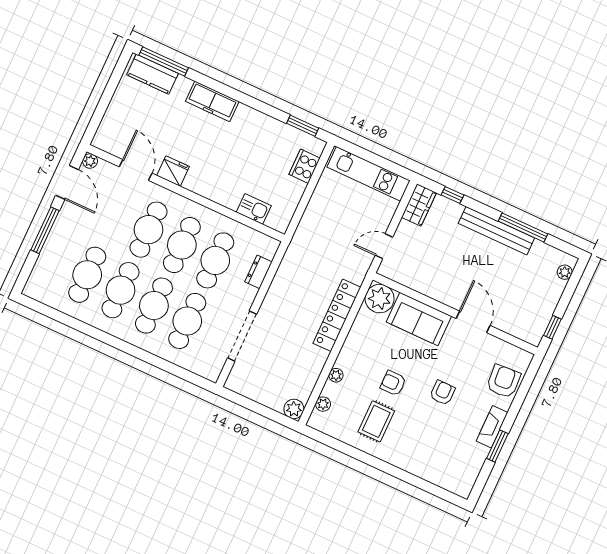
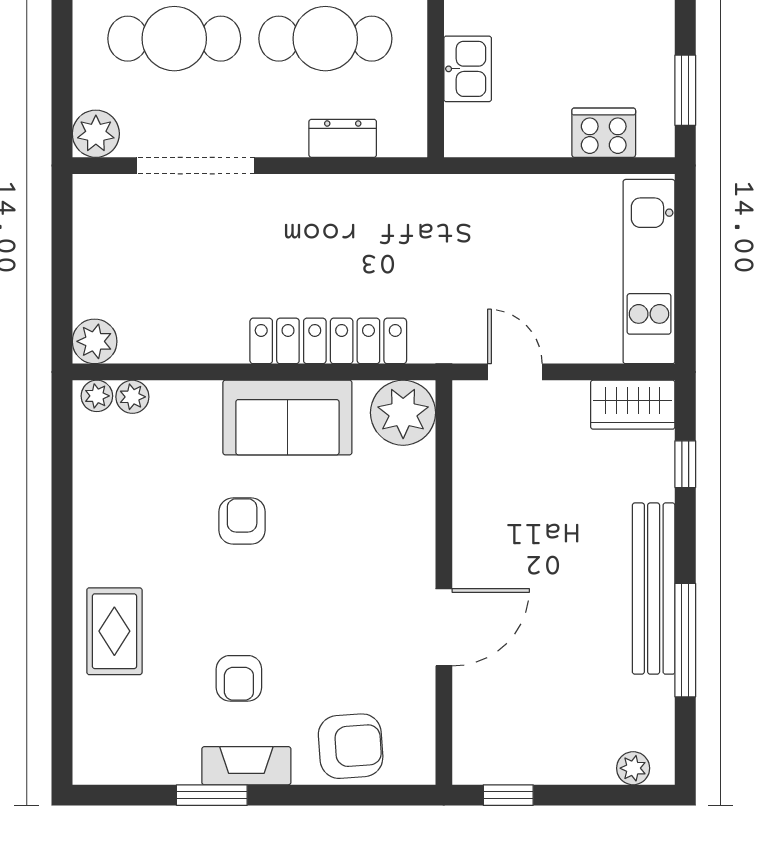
sofa: (419, 319) -> (287, 418), moved, turned -90
plant: (211, 370) -> (96, 134), added
plant: (336, 375) -> (97, 396), moved
armchair: (442, 393) -> (239, 678), moved, turned 90
rug: (376, 421) -> (114, 631), moved, turned 90

